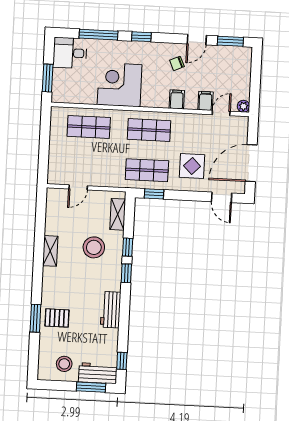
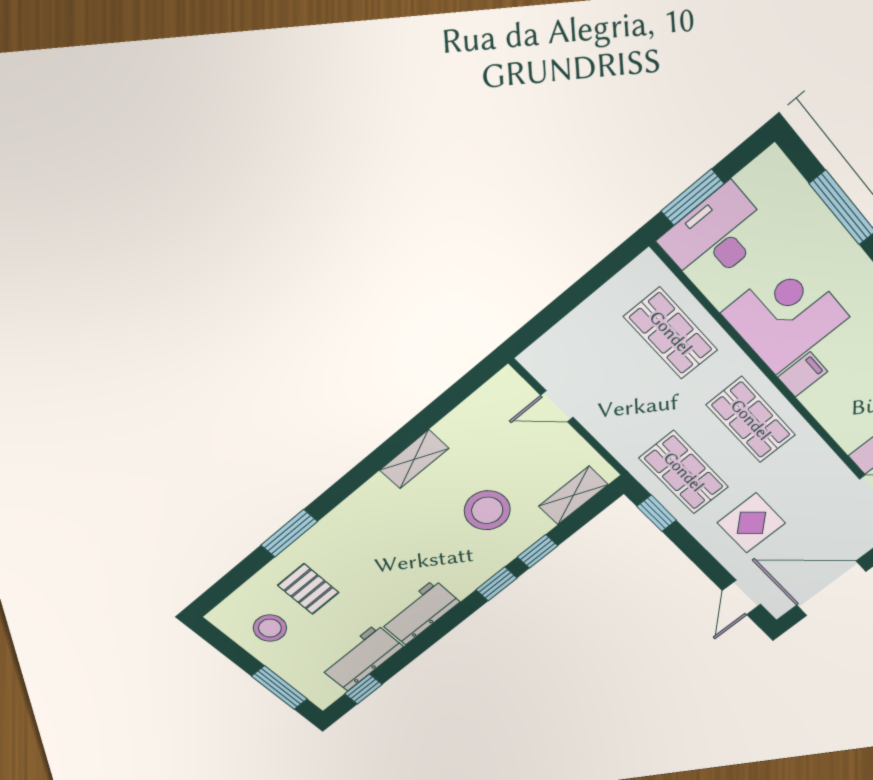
desk: (70, 53) -> (716, 236), moved, width x1.37
filing cabinet: (177, 100) -> (803, 374), moved
pallet: (57, 318) -> (308, 589), moved
workbench: (98, 373) -> (362, 658), moved, turned -90

